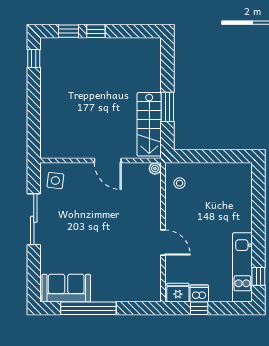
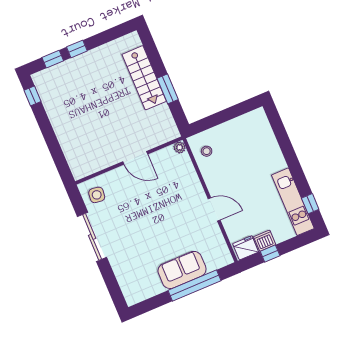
stairs: (149, 124) -> (144, 78), moved
sofa: (66, 288) -> (182, 270), moved
window: (88, 308) -> (194, 286), moved

